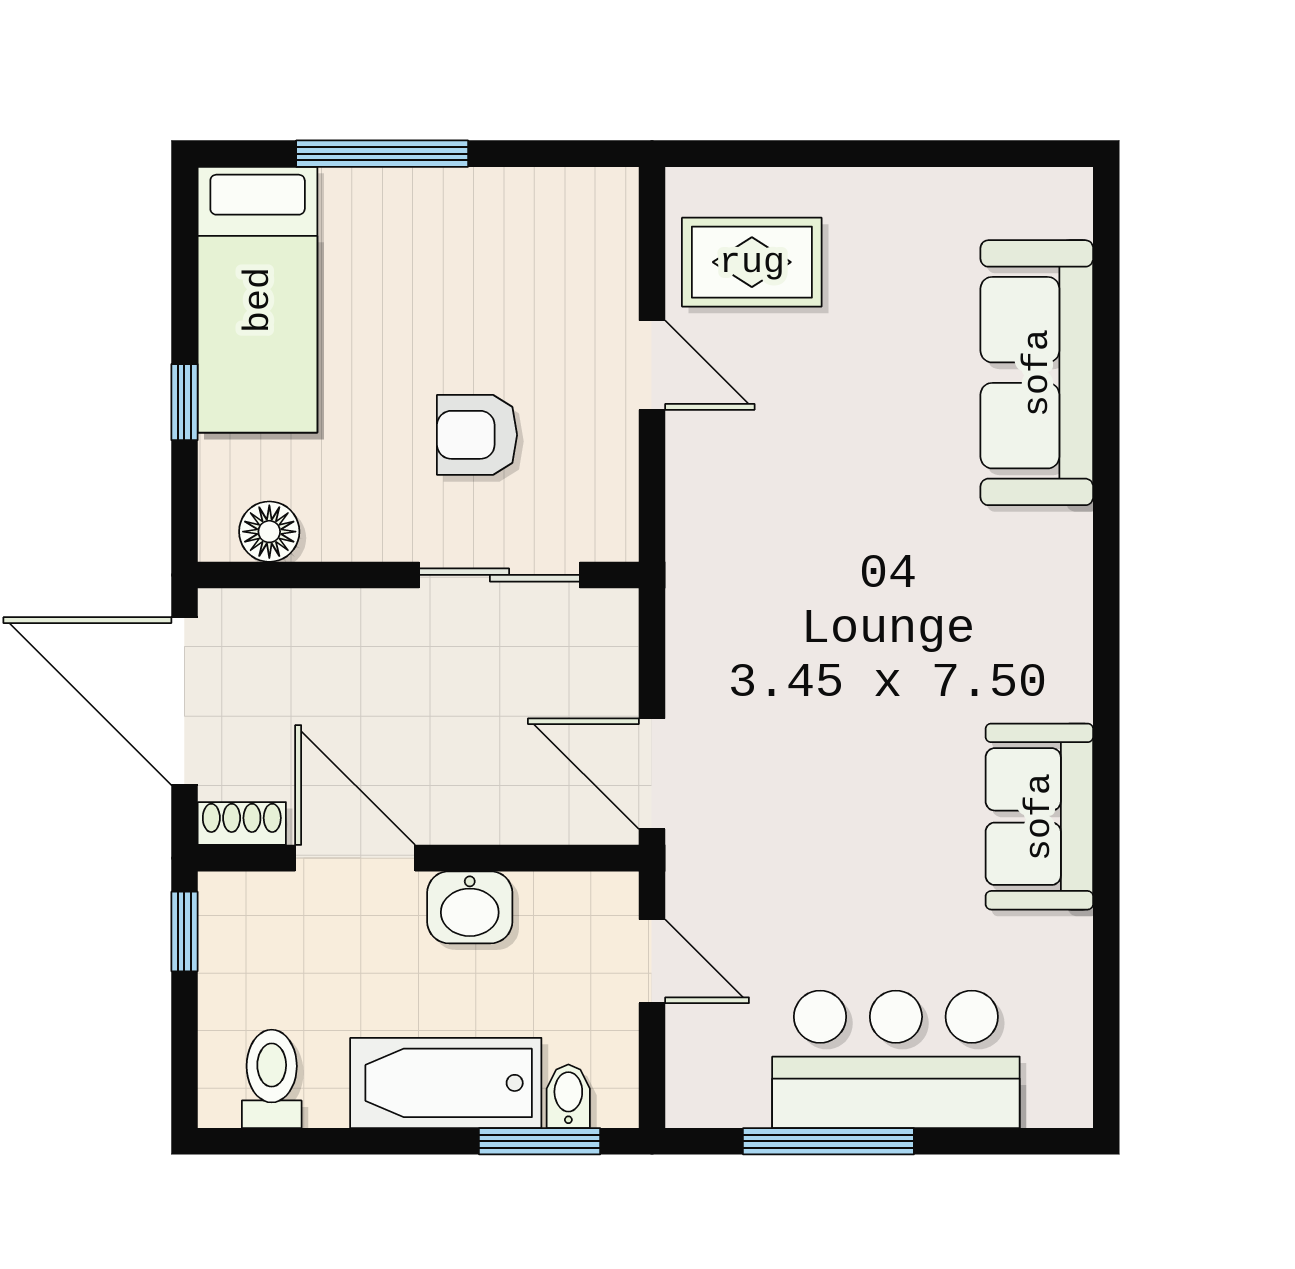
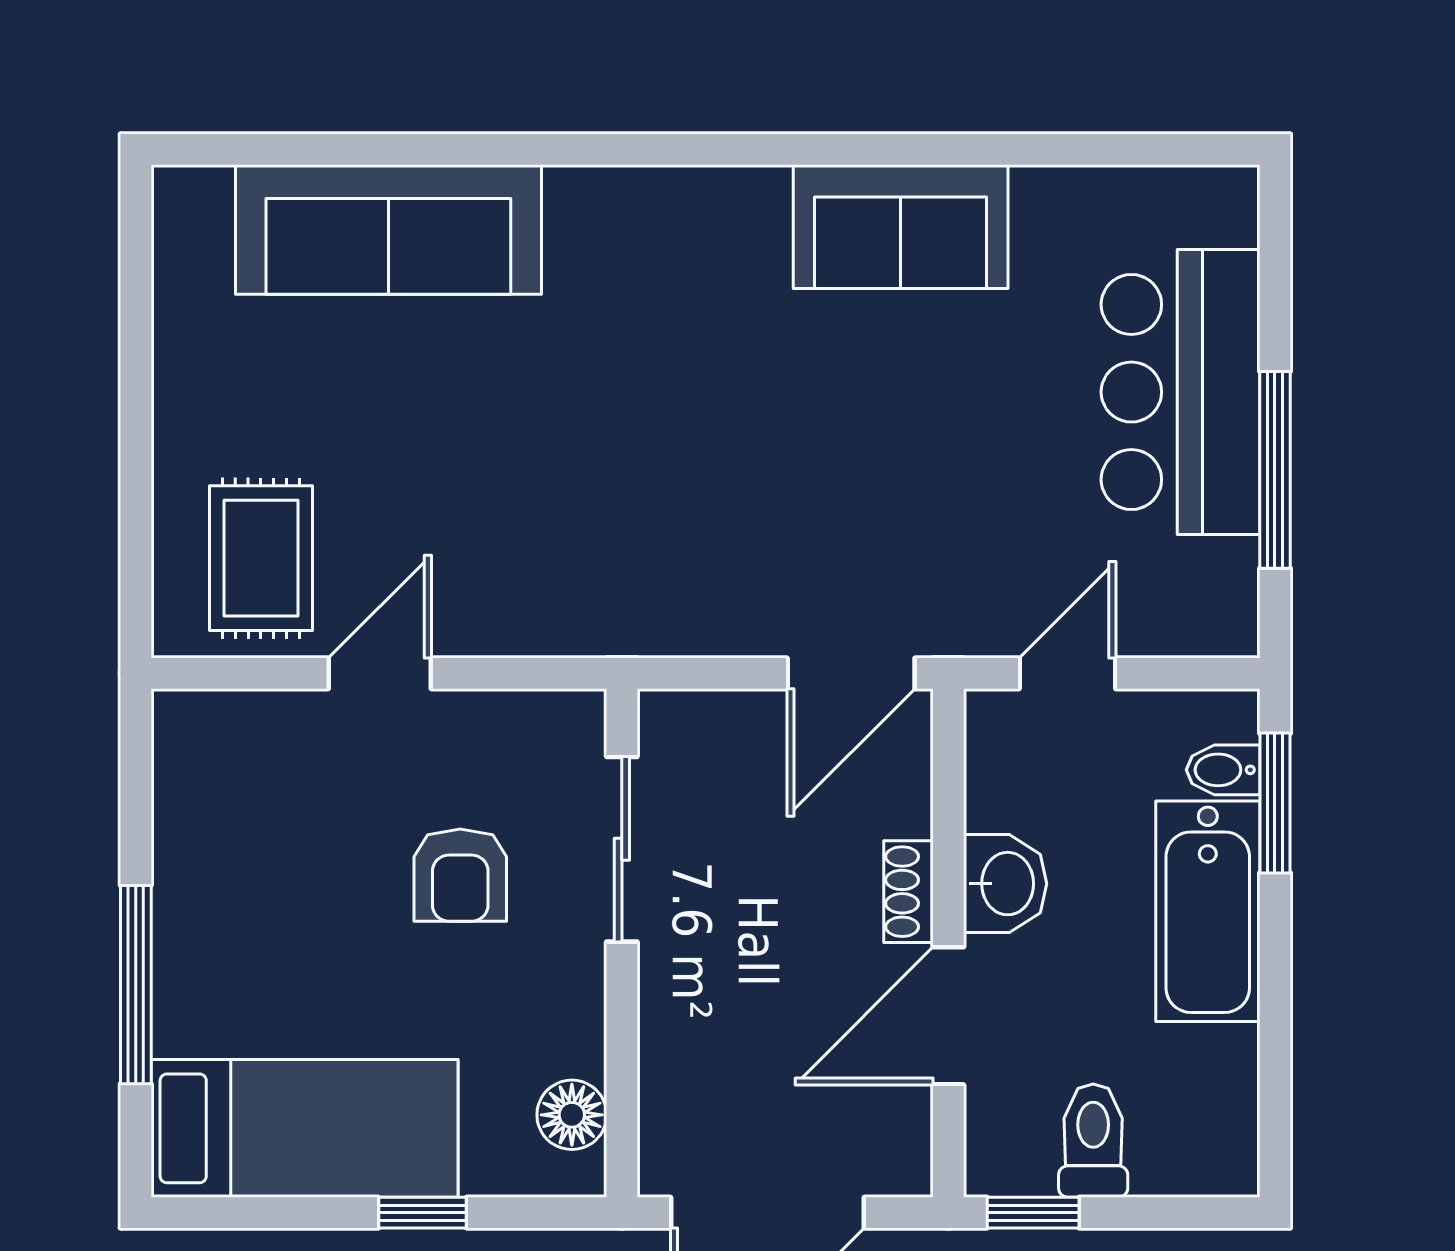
shoe rack: (242, 824) -> (909, 892), moved
toilet: (272, 1079) -> (1093, 1141), moved, turned 90

